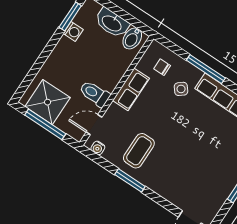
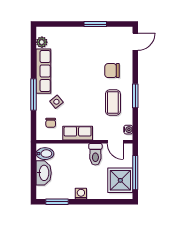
washing machine: (73, 31) -> (81, 194), moved
coffee table: (139, 151) -> (113, 103), turned 90
chair: (175, 173) -> (112, 71), added

